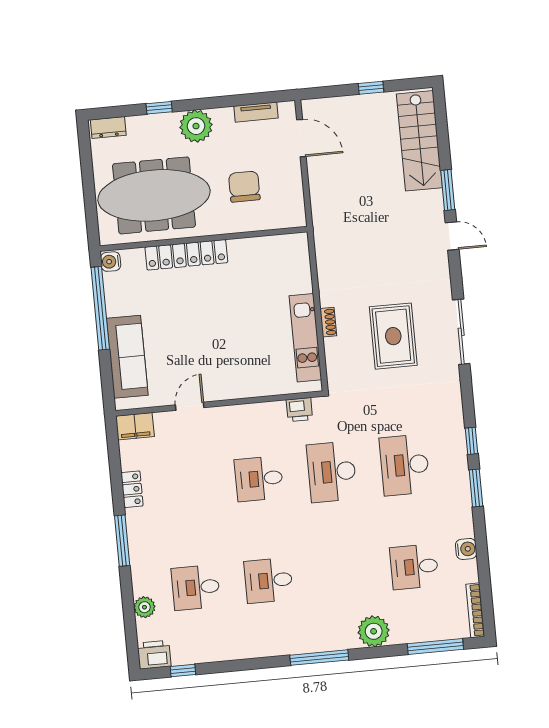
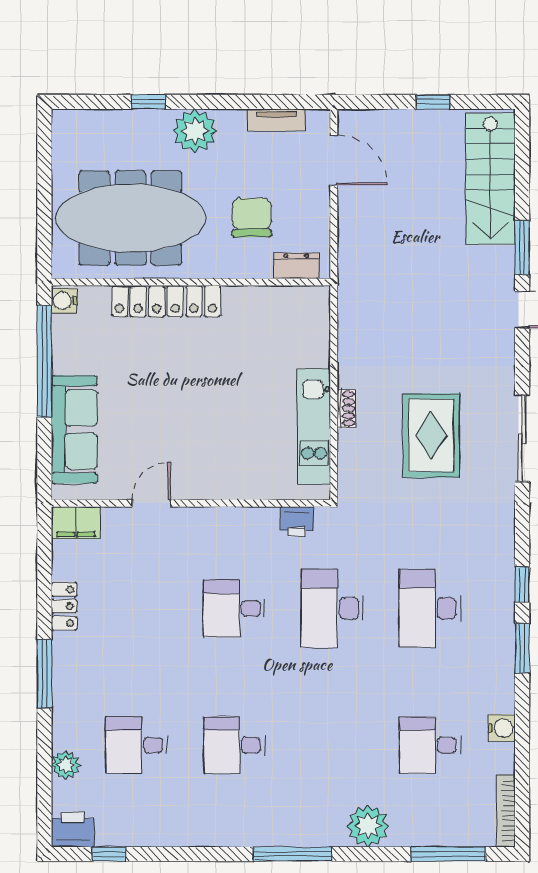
dresser: (108, 127) -> (296, 266), moved, turned 180

